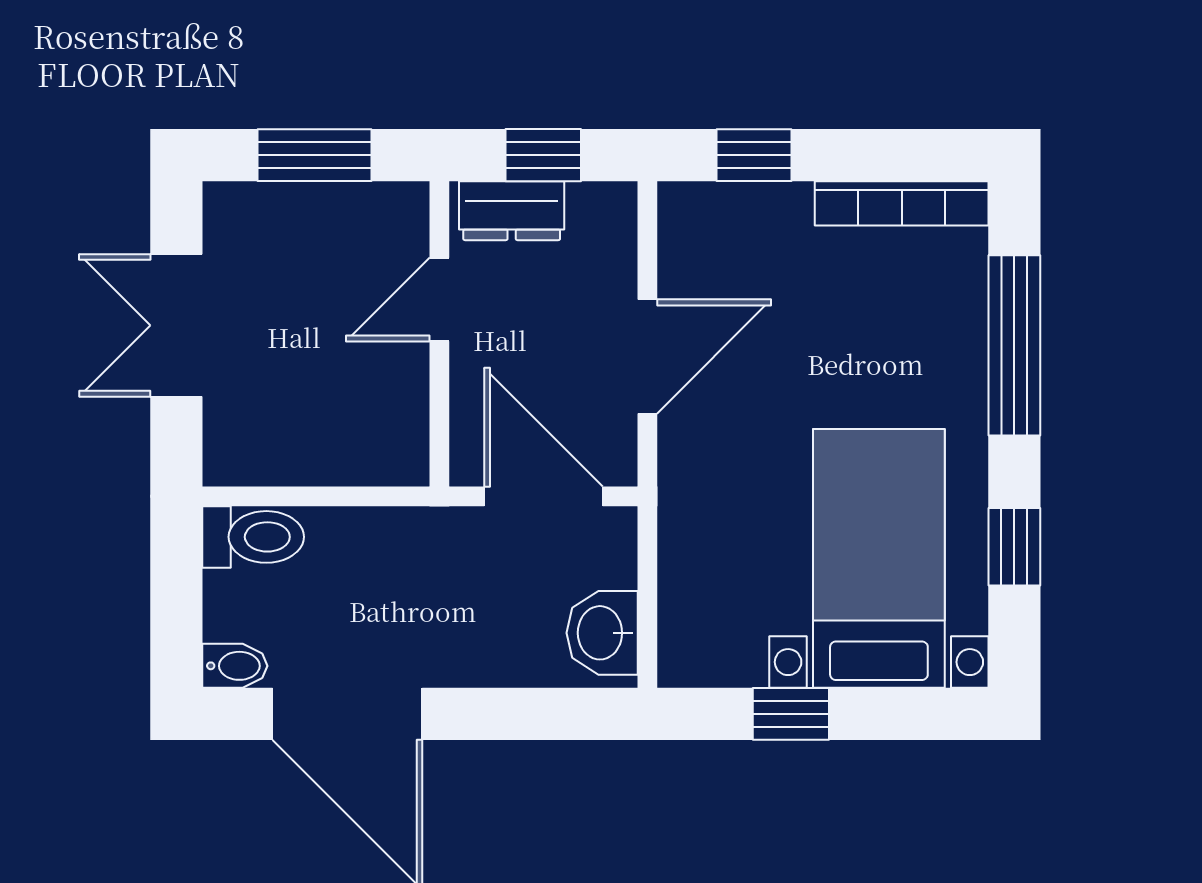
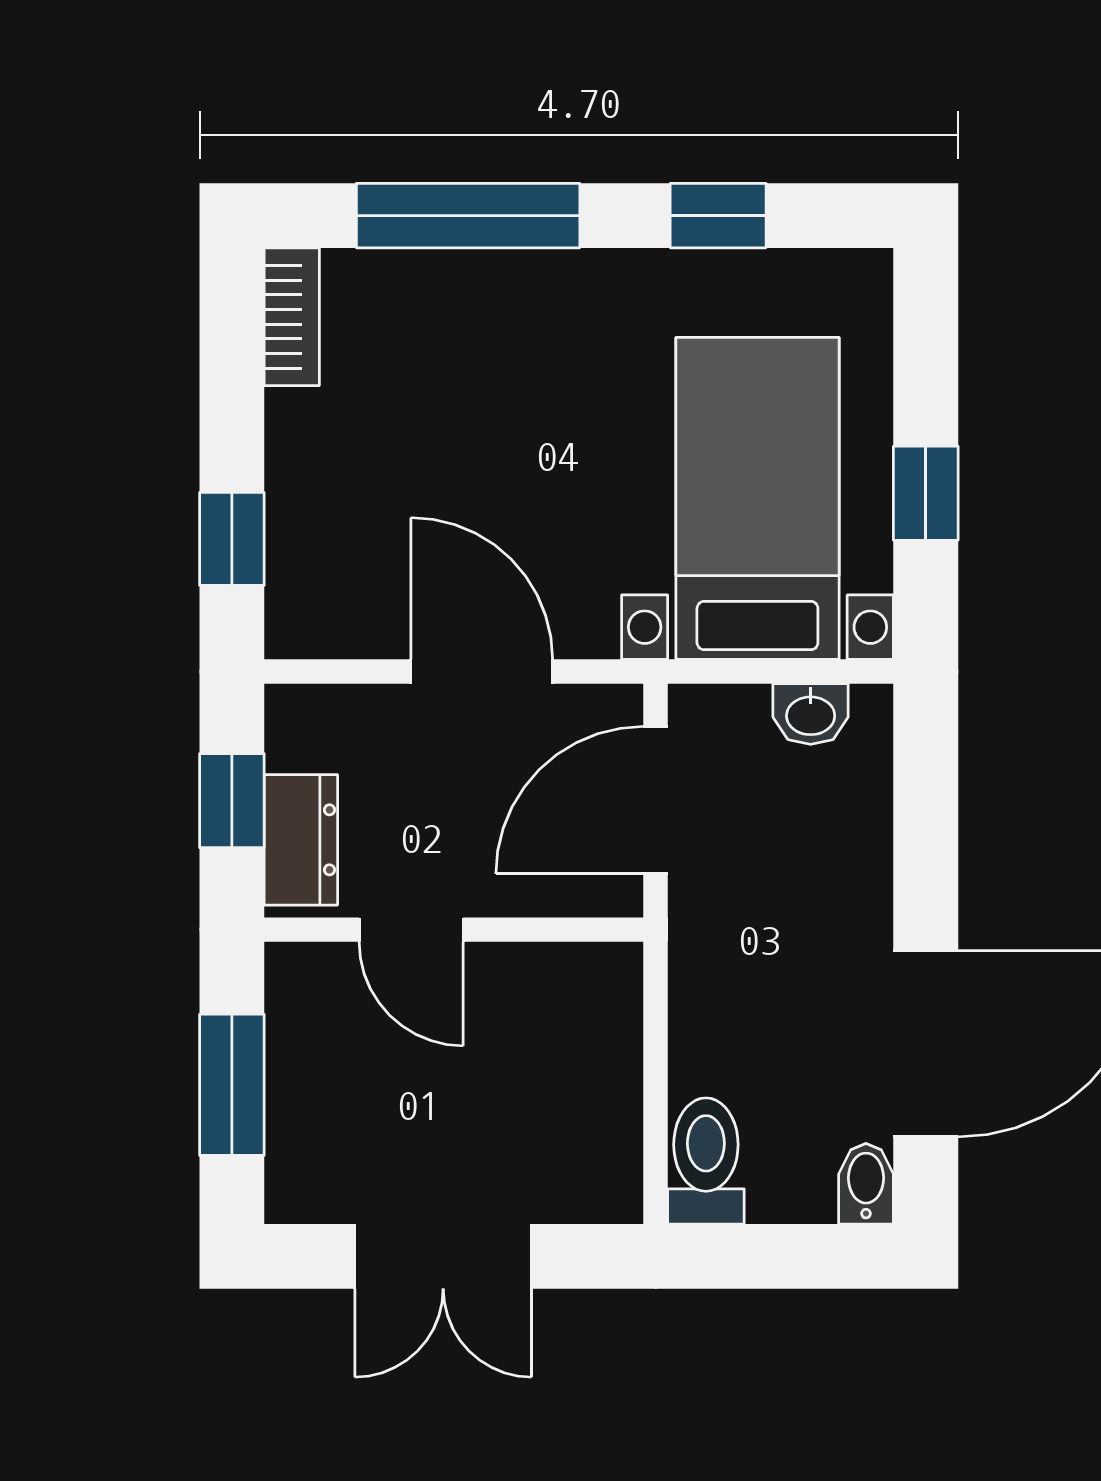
bookcase: (902, 203) -> (292, 317), width x0.64
bed with nightstands: (879, 558) -> (757, 498), moved, turned 90
washbasin: (602, 633) -> (811, 714), width x0.72, depth x0.69

